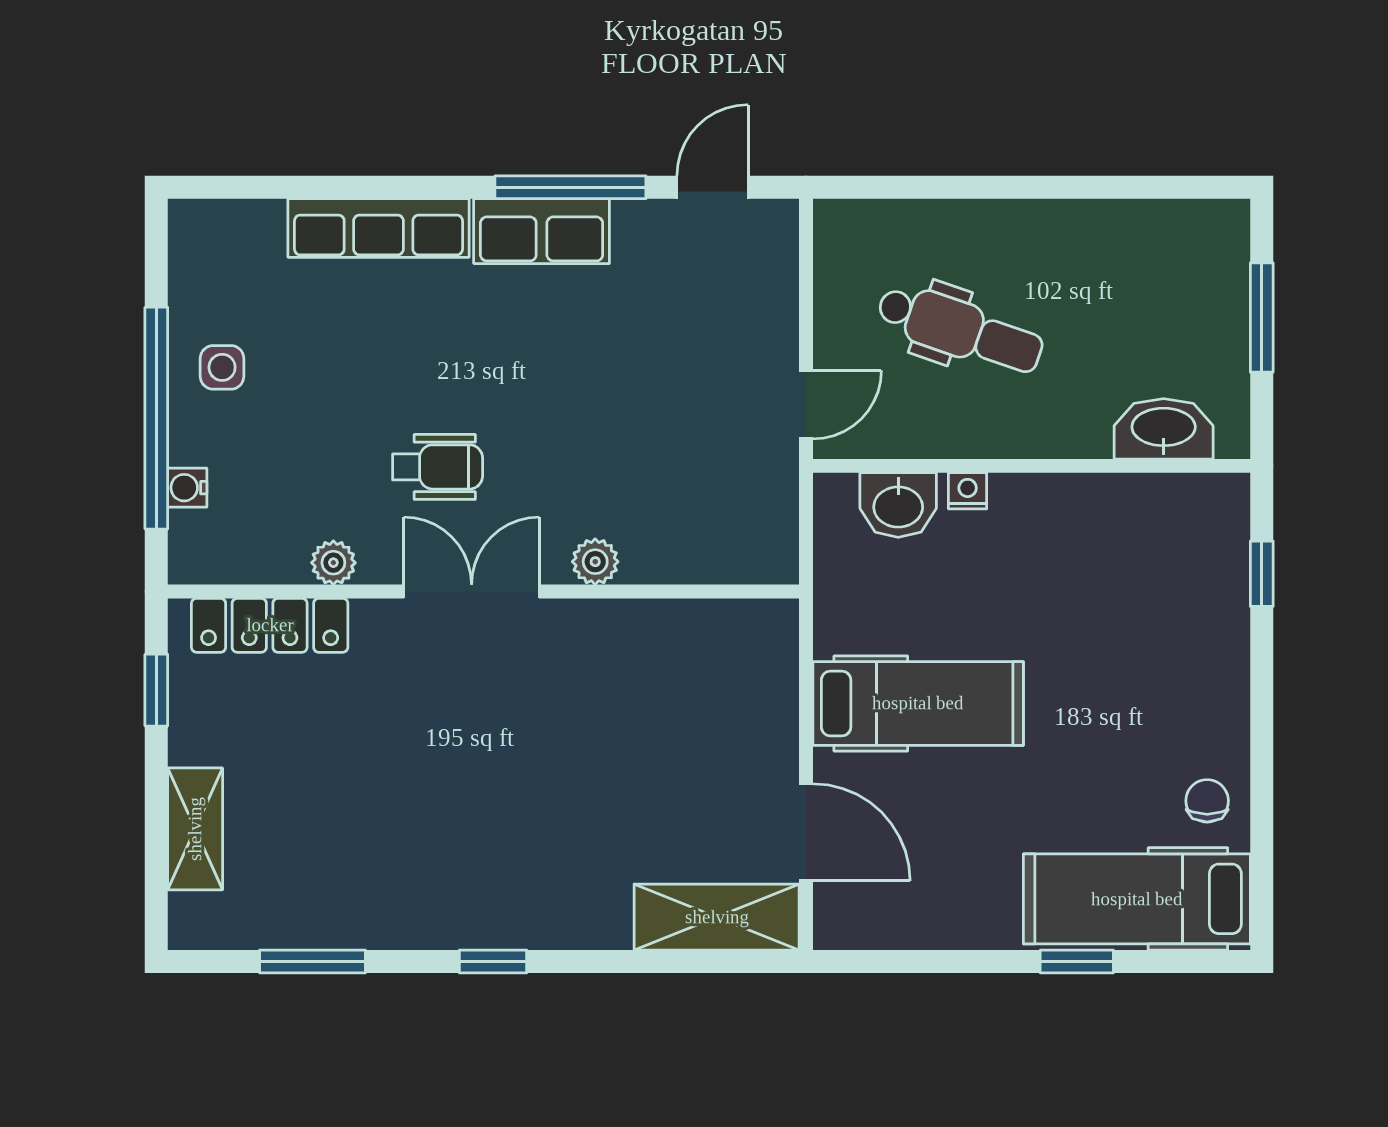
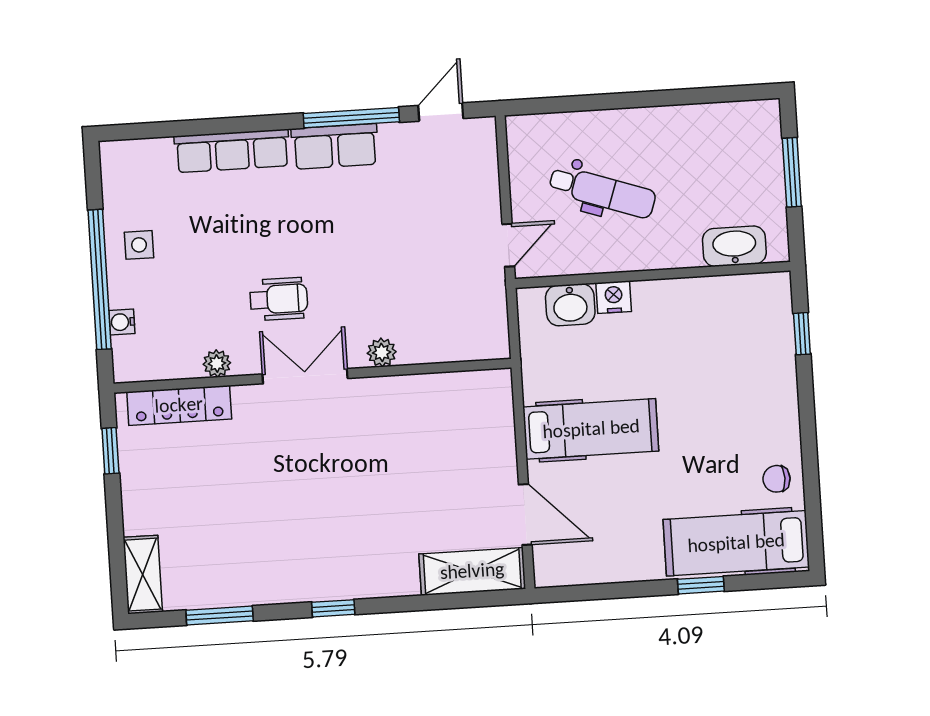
nightstand: (968, 491) -> (614, 297), width x1.39, depth x1.35
chair: (1207, 801) -> (777, 479), turned -90
shelving: (195, 829) -> (143, 575), moved

